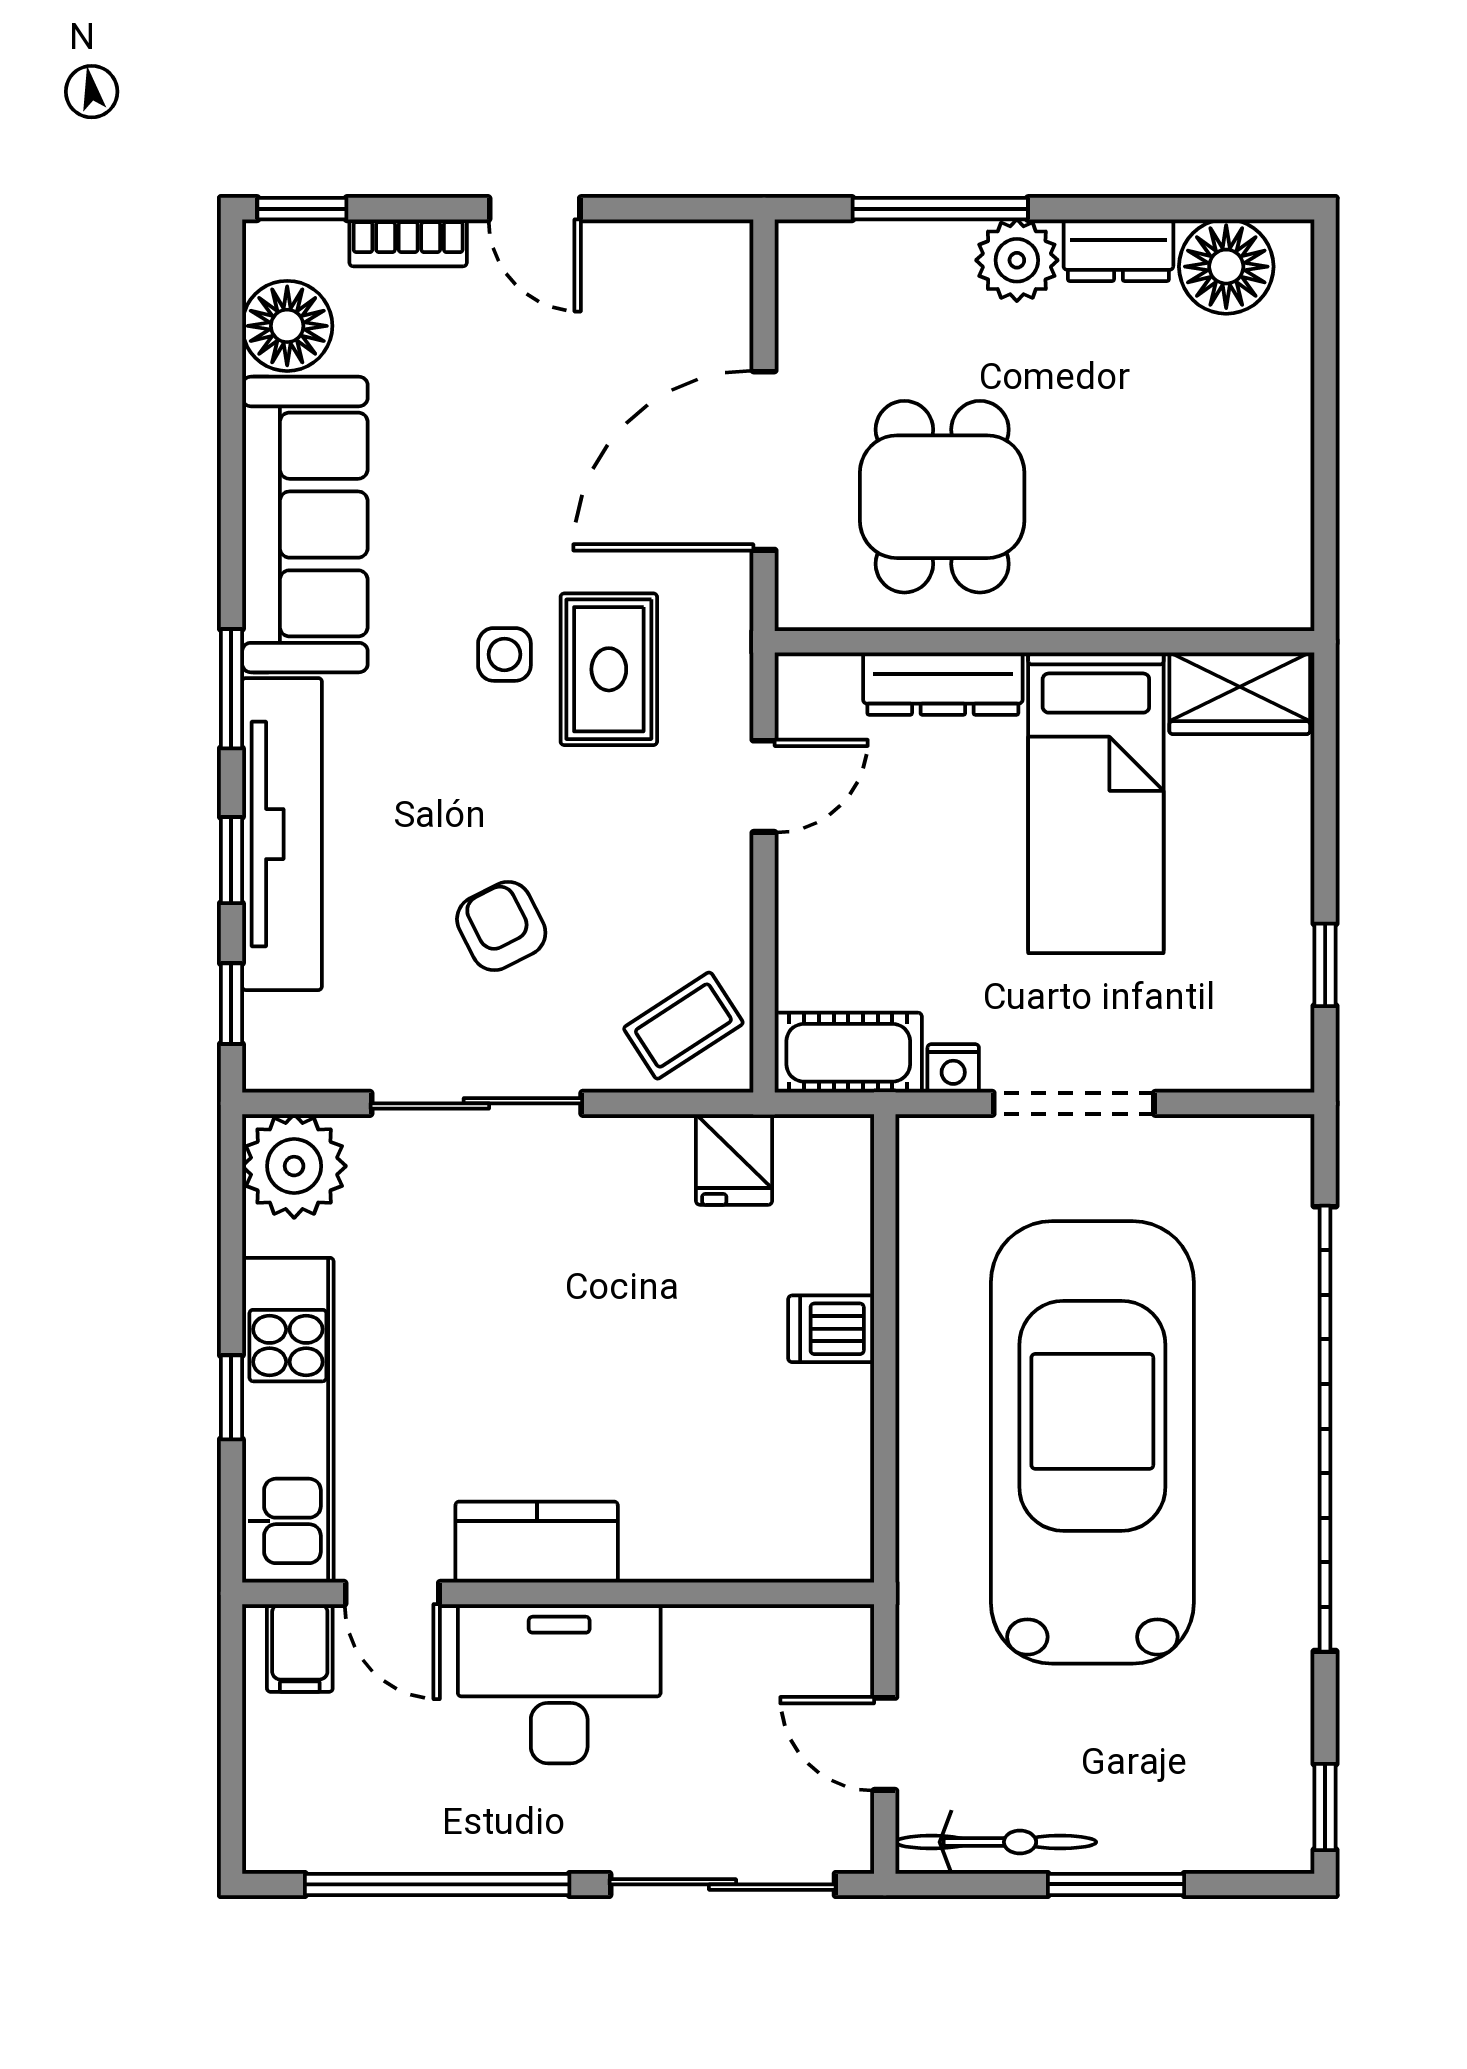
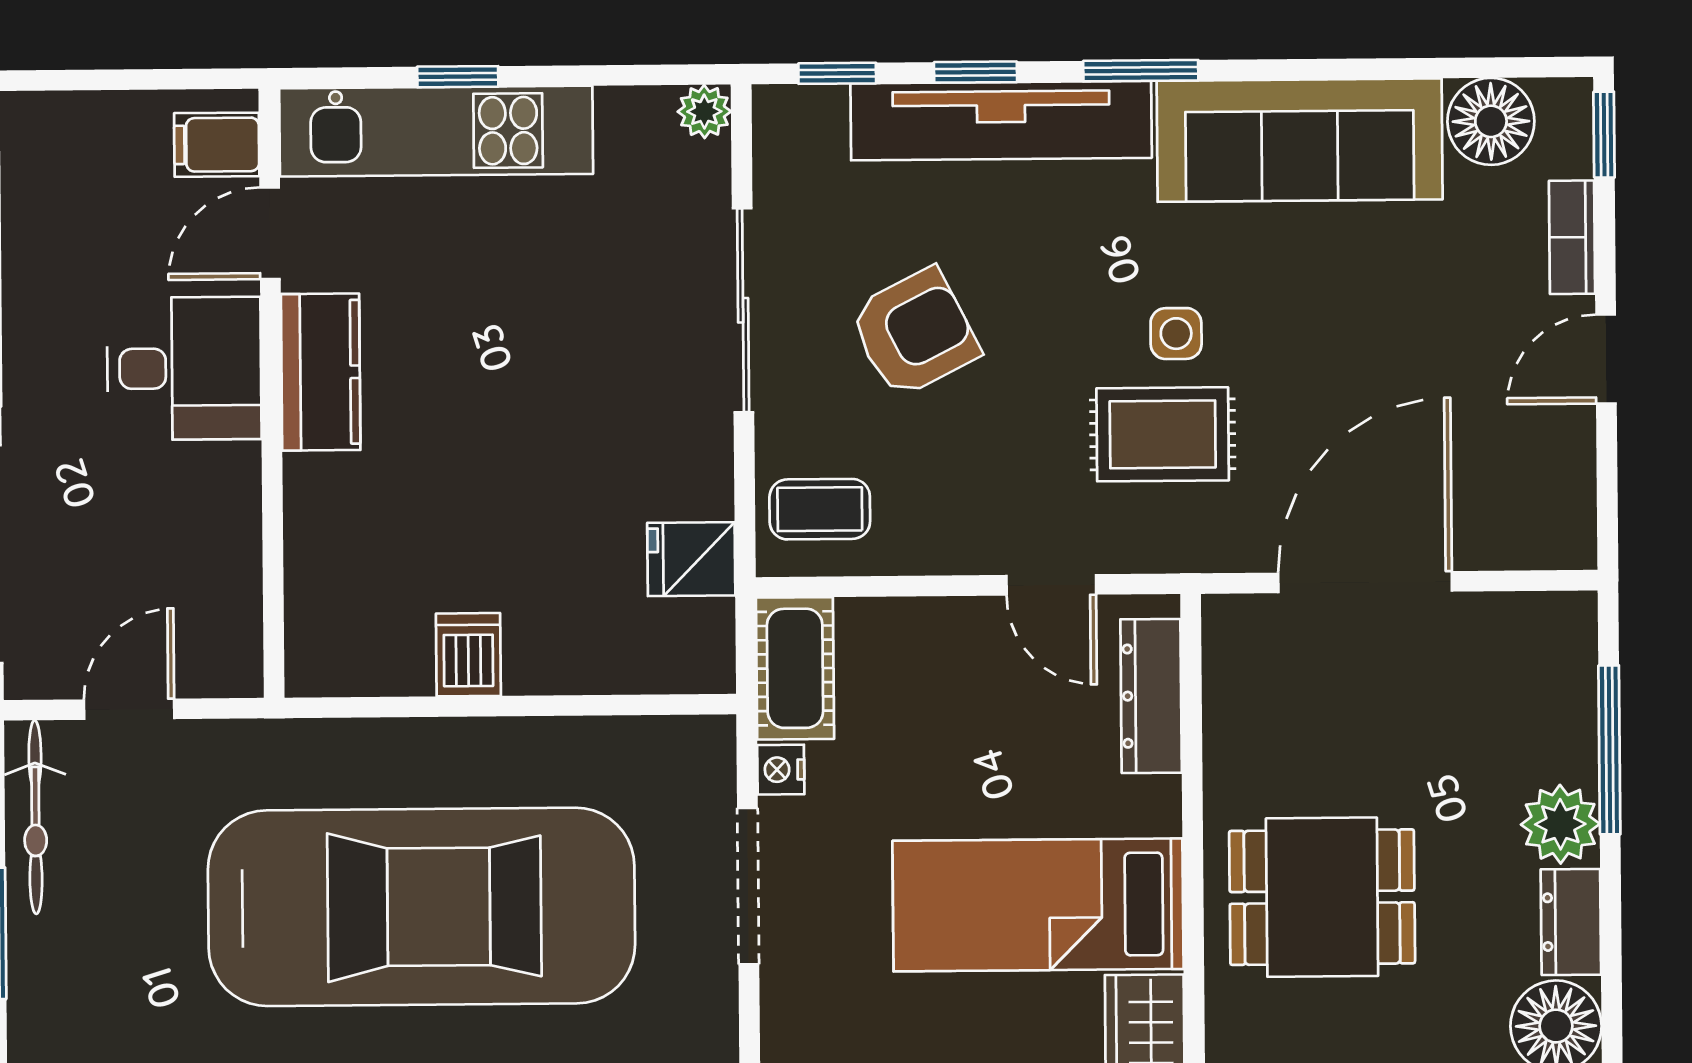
door: (764, 461) -> (1365, 582), hinge flipped
dining table: (942, 497) -> (1322, 897), moved
dresser: (943, 684) -> (1151, 696), moved
armchair: (501, 926) -> (914, 333), width x1.38, depth x1.38
coffee table: (683, 1026) -> (820, 509), turned -57
plant: (294, 1166) -> (704, 111), width x0.53, depth x0.53
dishwasher: (831, 1329) -> (468, 655), moved
desk: (559, 1684) -> (184, 368), width x0.73

